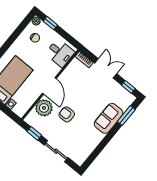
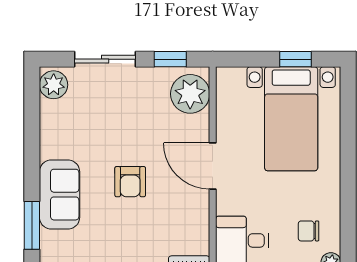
plant: (44, 108) -> (190, 94), moved
armchair: (67, 114) -> (130, 182), moved, turned 90
plant: (80, 157) -> (54, 85), added

